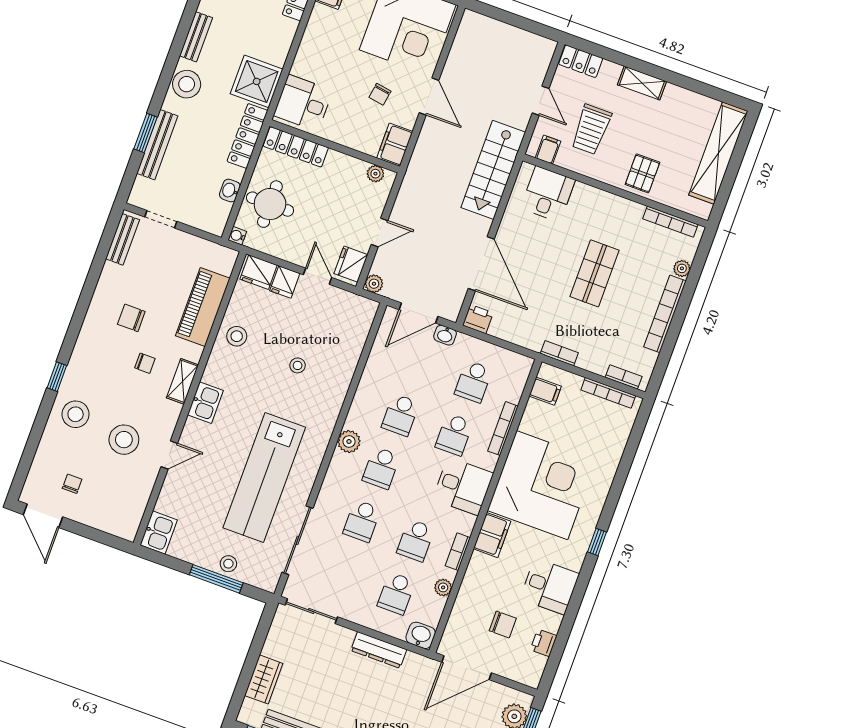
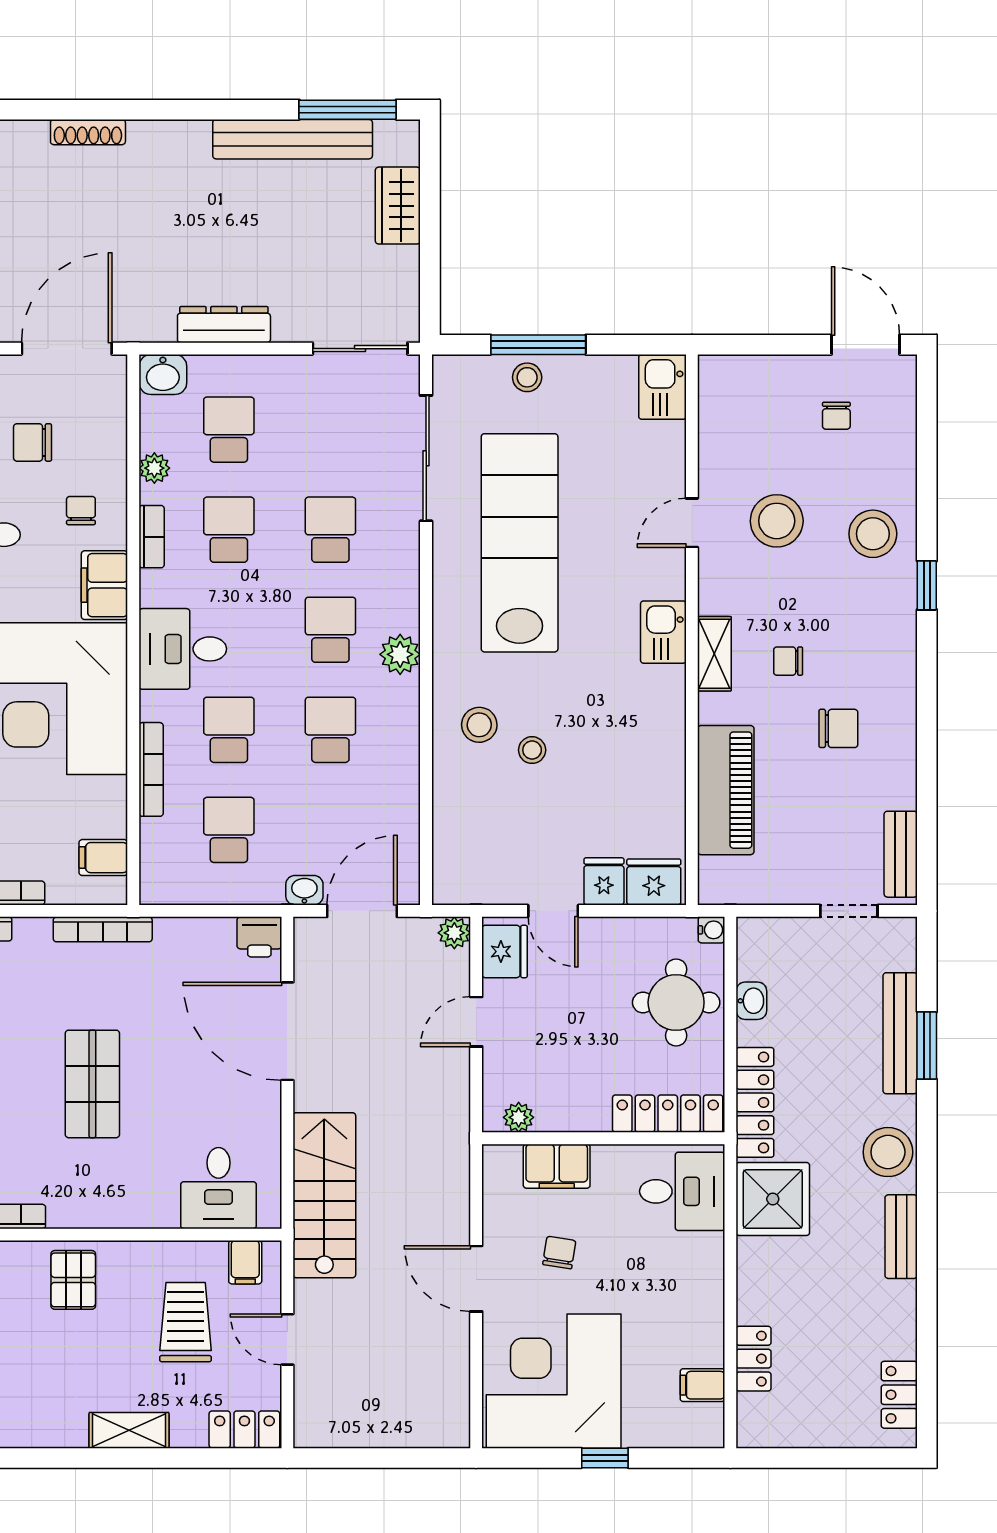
filing cabinet: (395, 145) -> (557, 1166), moved, turned 90
stool: (237, 336) -> (479, 725), moved
bookcase: (559, 353) -> (103, 929), width x1.56
chair: (490, 579) -> (81, 511), added

